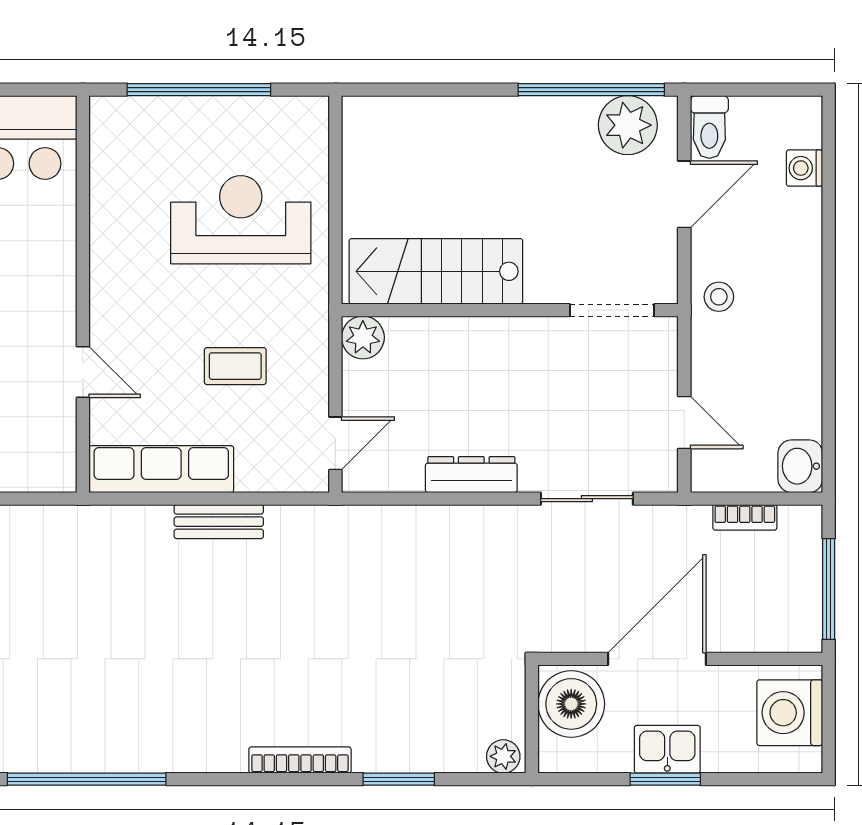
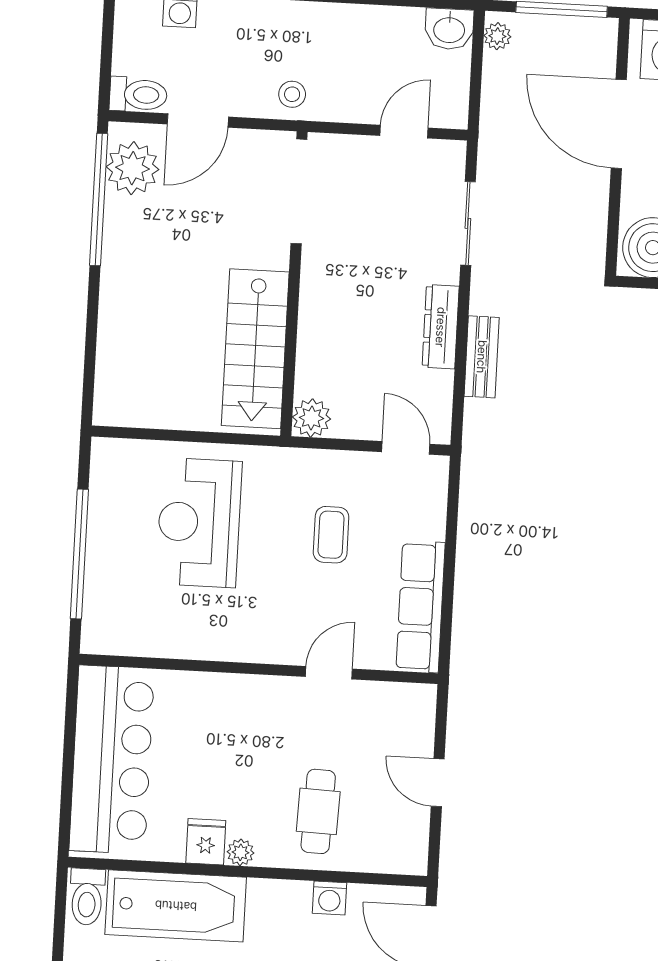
door: (684, 194) -> (198, 121), swing flipped
doorway: (612, 310) -> (299, 191), width x1.36
bookcase: (745, 517) -> (493, 82), removed
plant: (795, 520) -> (497, 36), added
bench: (219, 522) -> (482, 357), moved
door: (657, 659) -> (619, 124), moved

